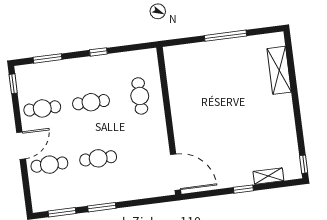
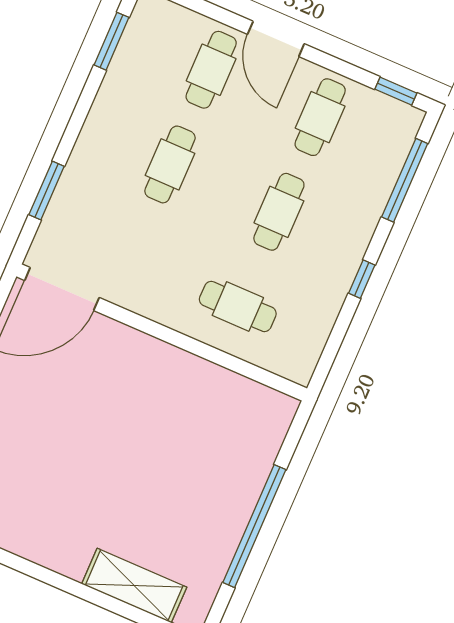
window: (226, 36) -> (254, 526), width x1.46
window: (47, 58) -> (405, 180), width x1.44
window: (102, 207) -> (47, 191), moved

